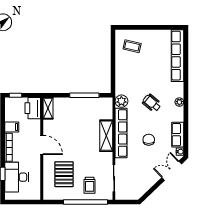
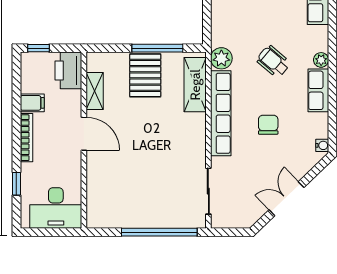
shelving: (48, 108) -> (95, 91), moved
row of seats: (178, 135) -> (318, 90), moved
shelving: (106, 136) -> (195, 85), moved
double door: (172, 171) -> (286, 199), moved
pallet: (64, 174) -> (145, 75), moved
desk: (17, 177) -> (56, 208), moved, turned -90
trolley: (90, 185) -> (166, 203), removed

